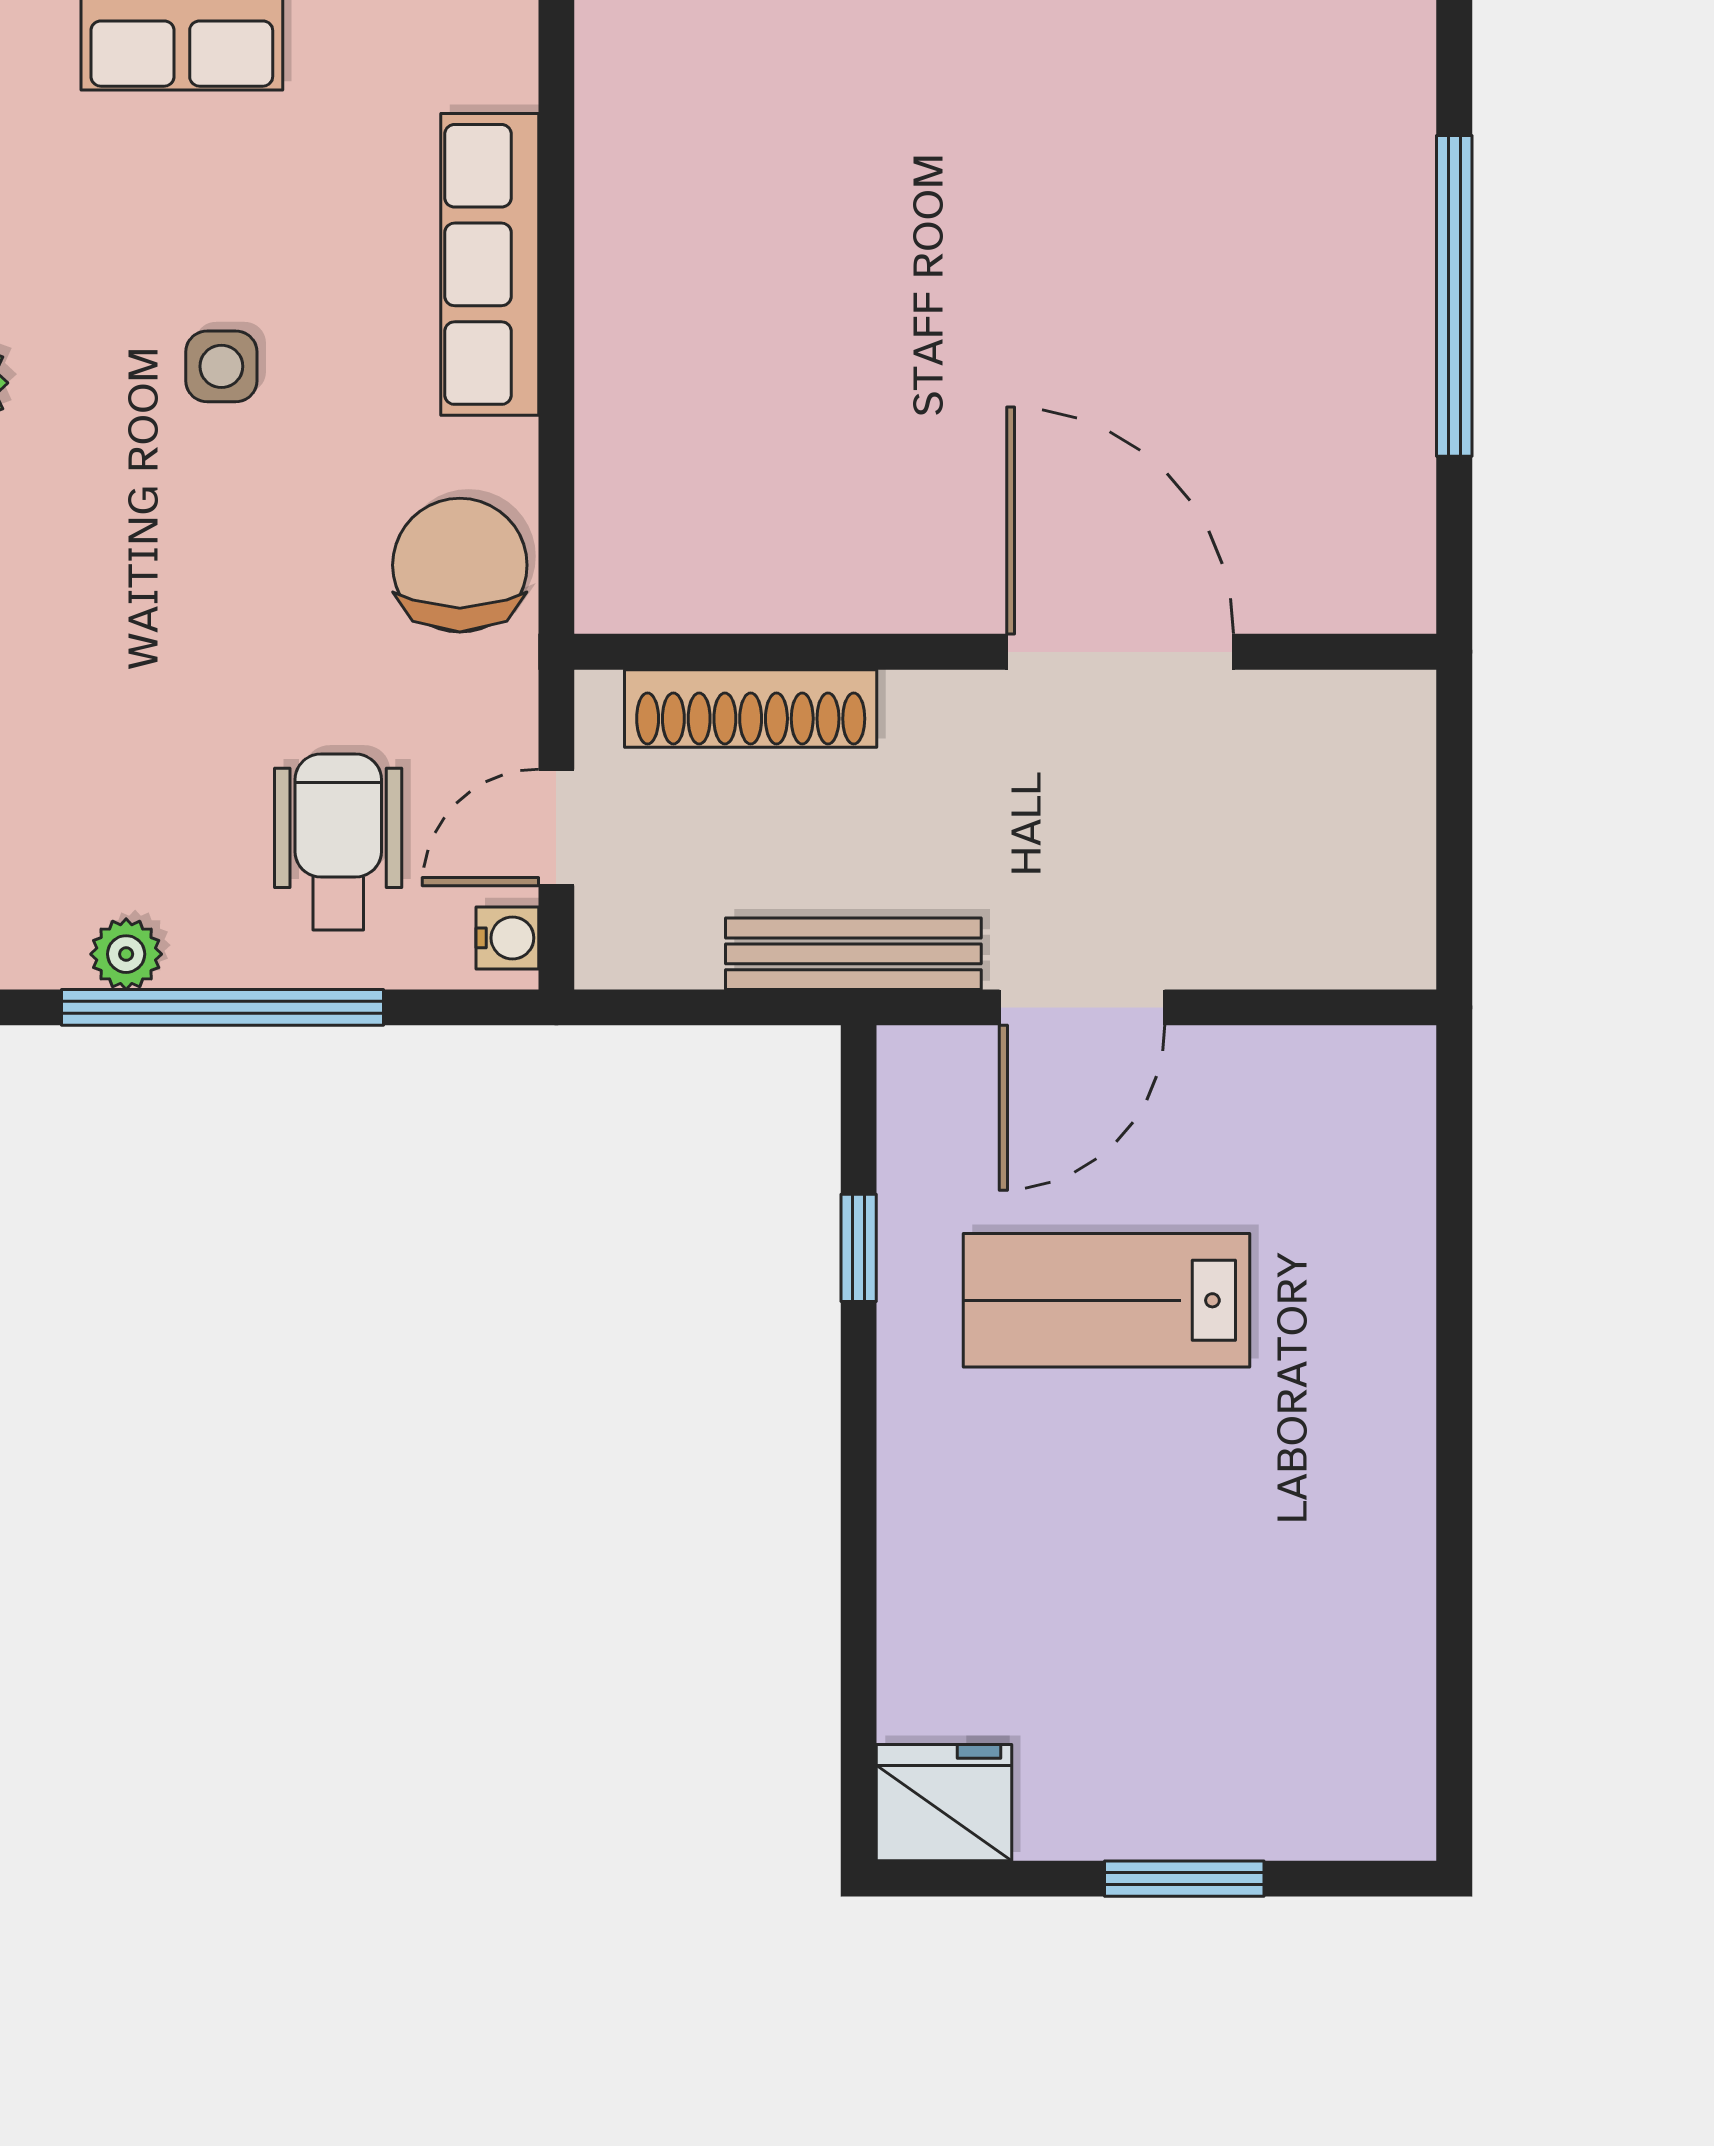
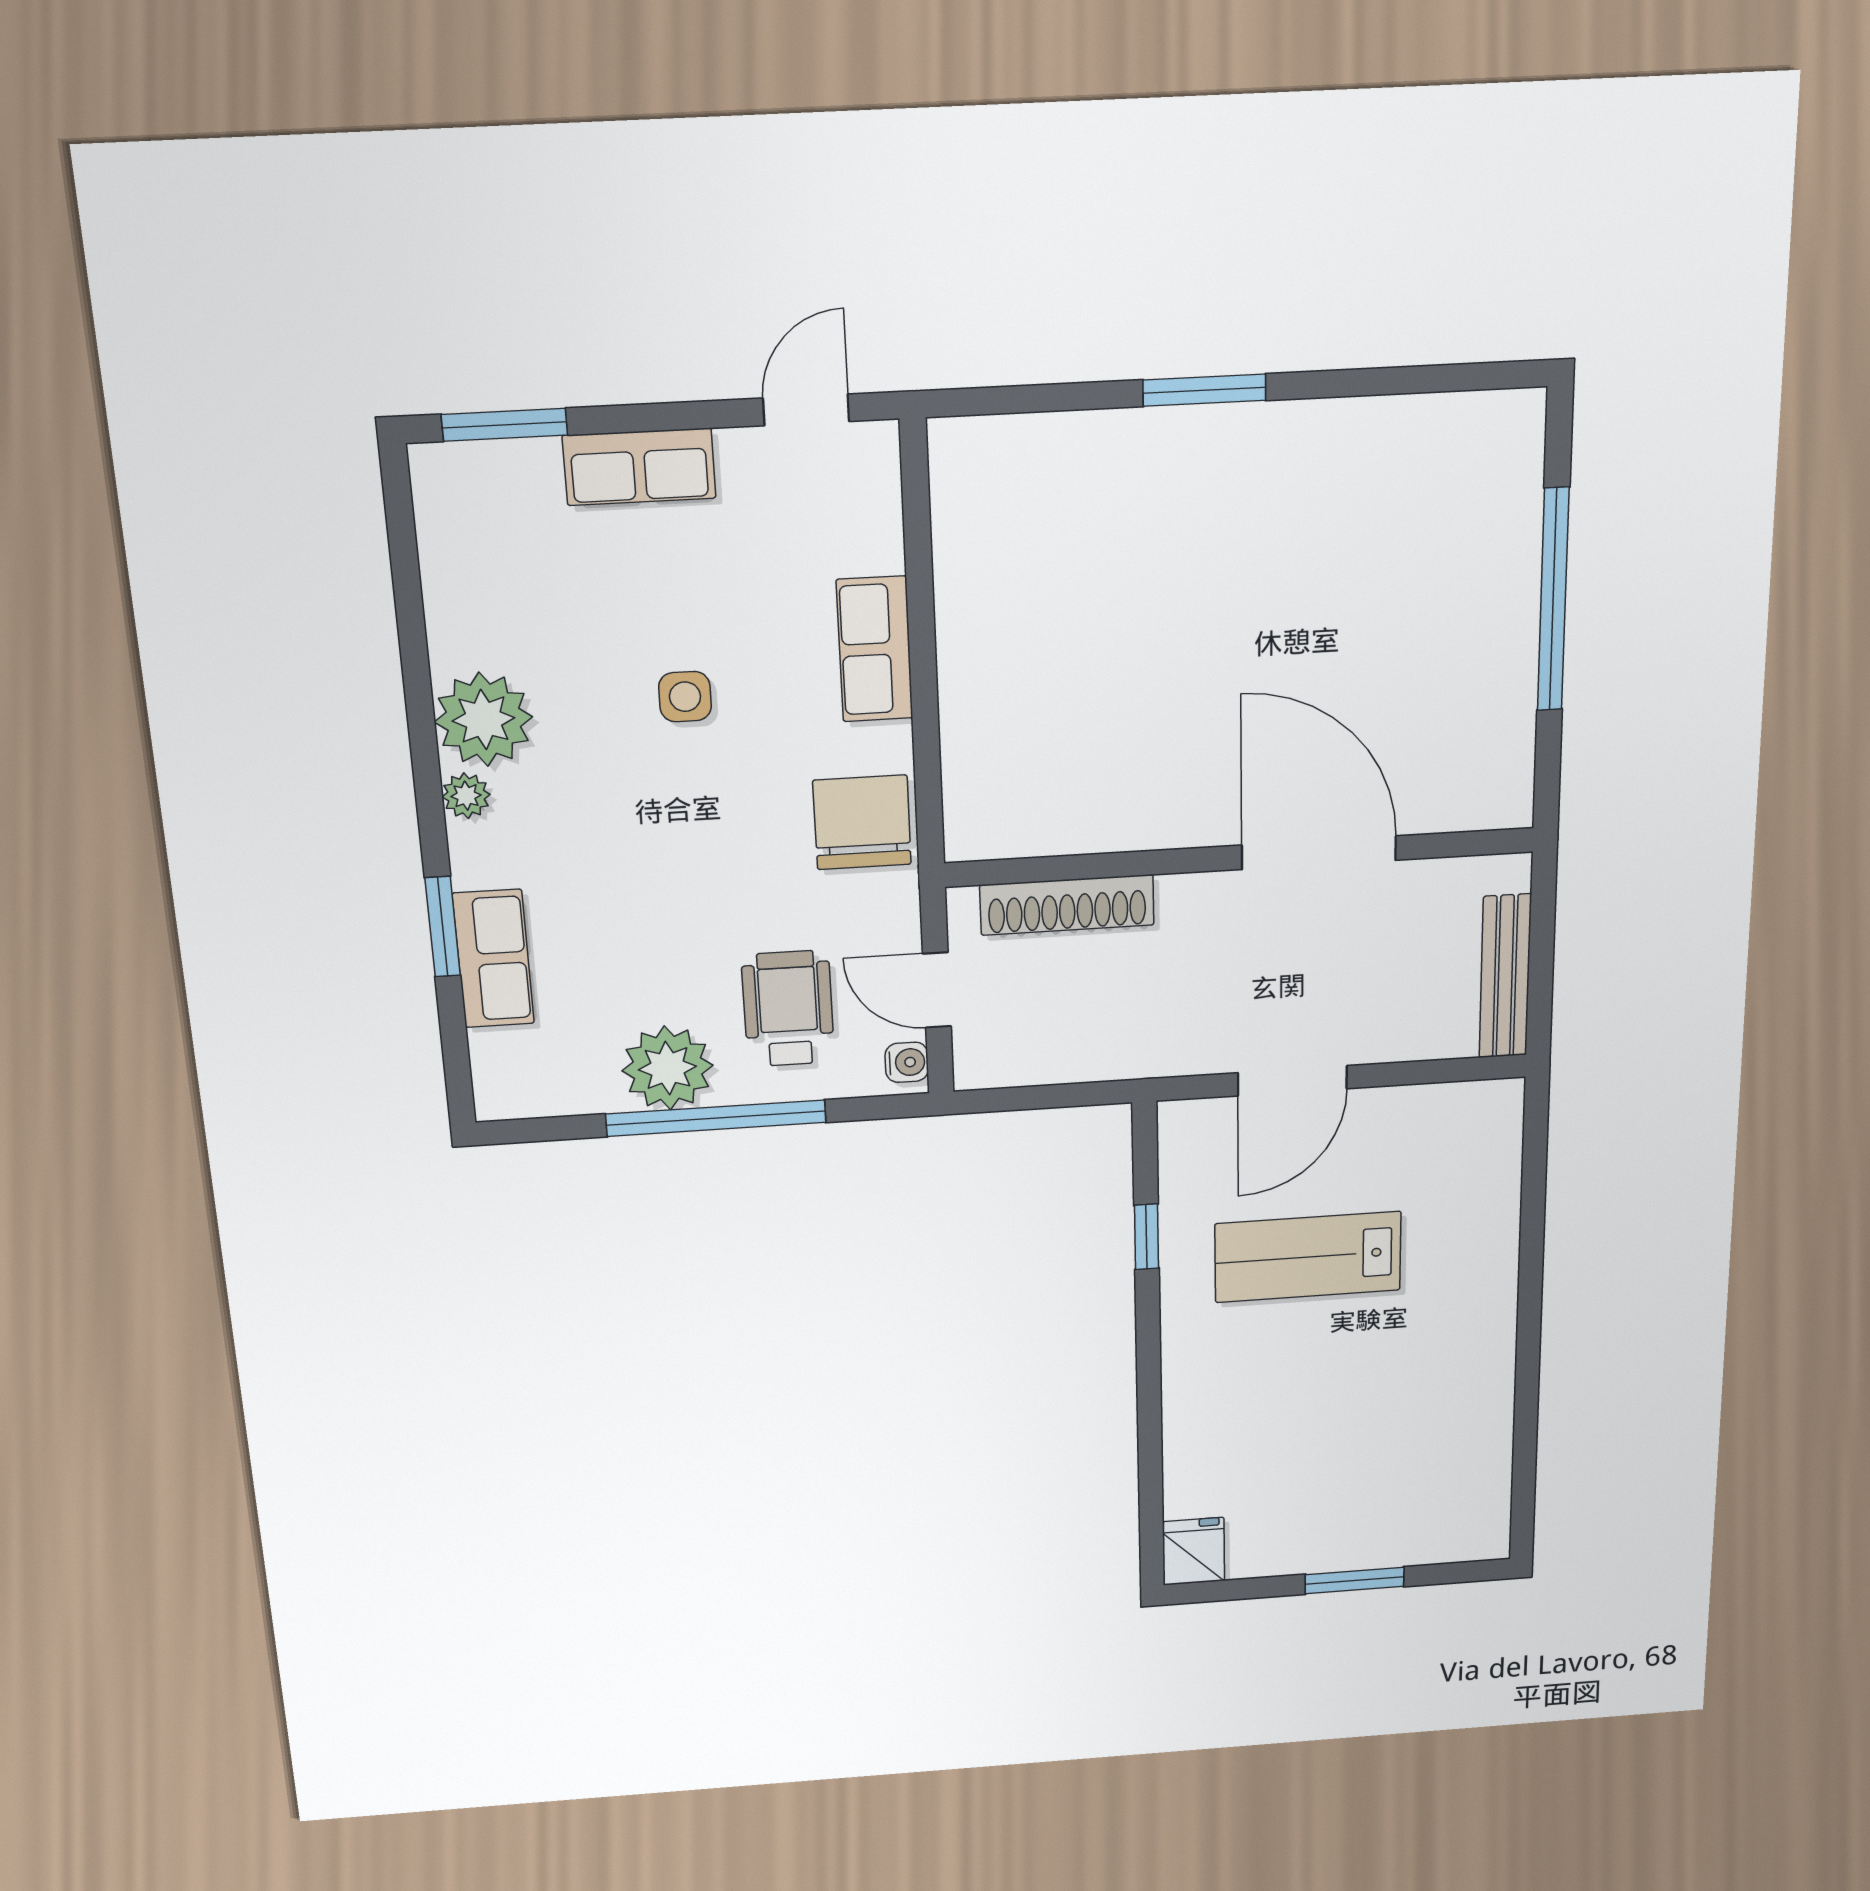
row of seats: (490, 264) -> (875, 649), width x0.68
door: (556, 828) -> (937, 990), hinge flipped
plant: (126, 954) -> (667, 1068), width x1.88, depth x1.88
bench: (853, 954) -> (1505, 976), moved, turned 90
fridge: (944, 1803) -> (1194, 1551), width x0.72

